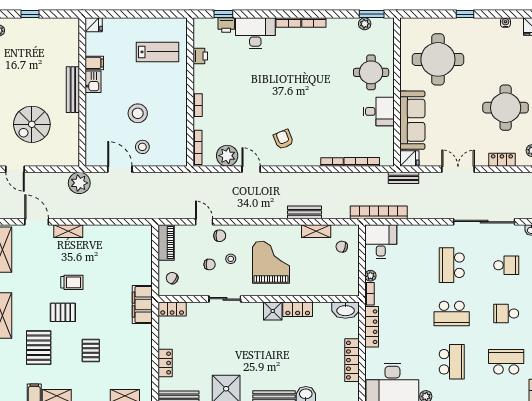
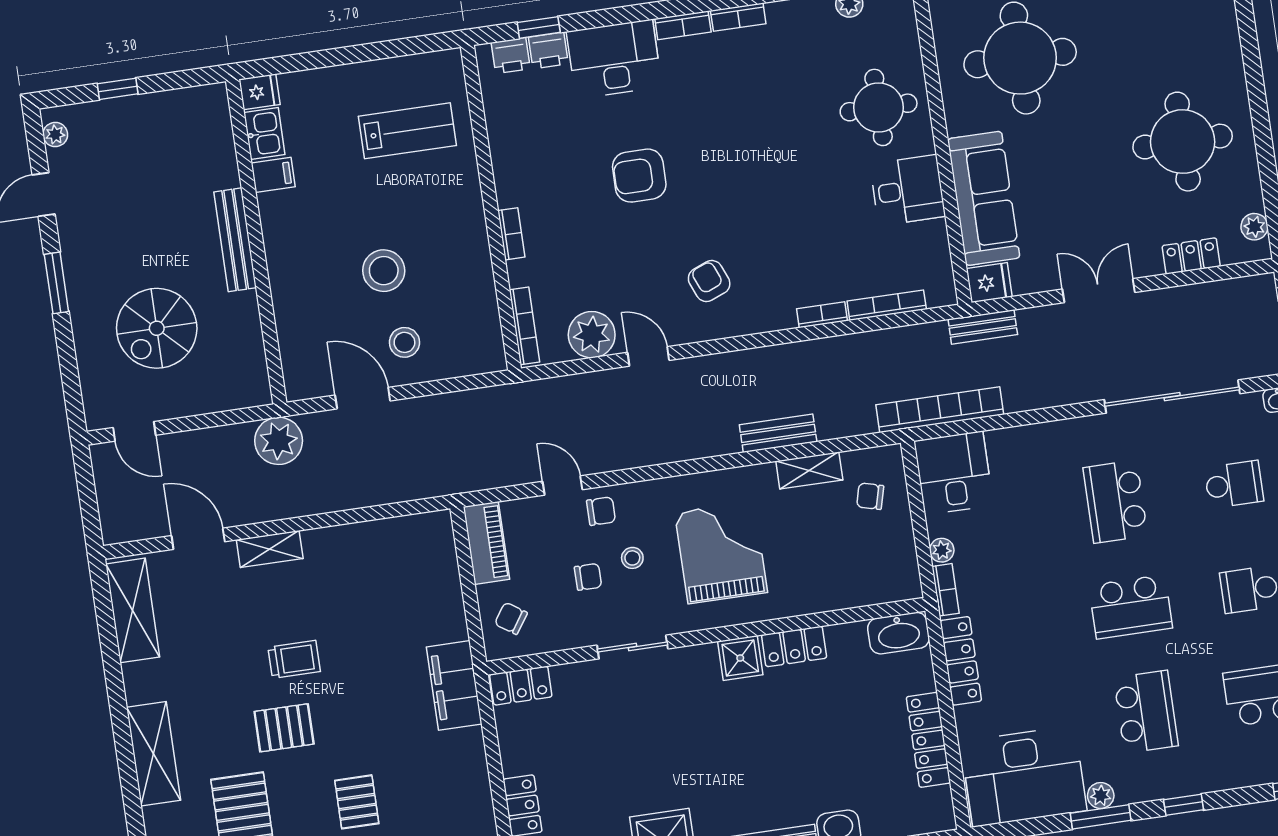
printer: (200, 56) -> (511, 56), moved, turned 90
kitchen sink: (93, 82) -> (264, 134), moved
armchair: (259, 87) -> (639, 176), added

